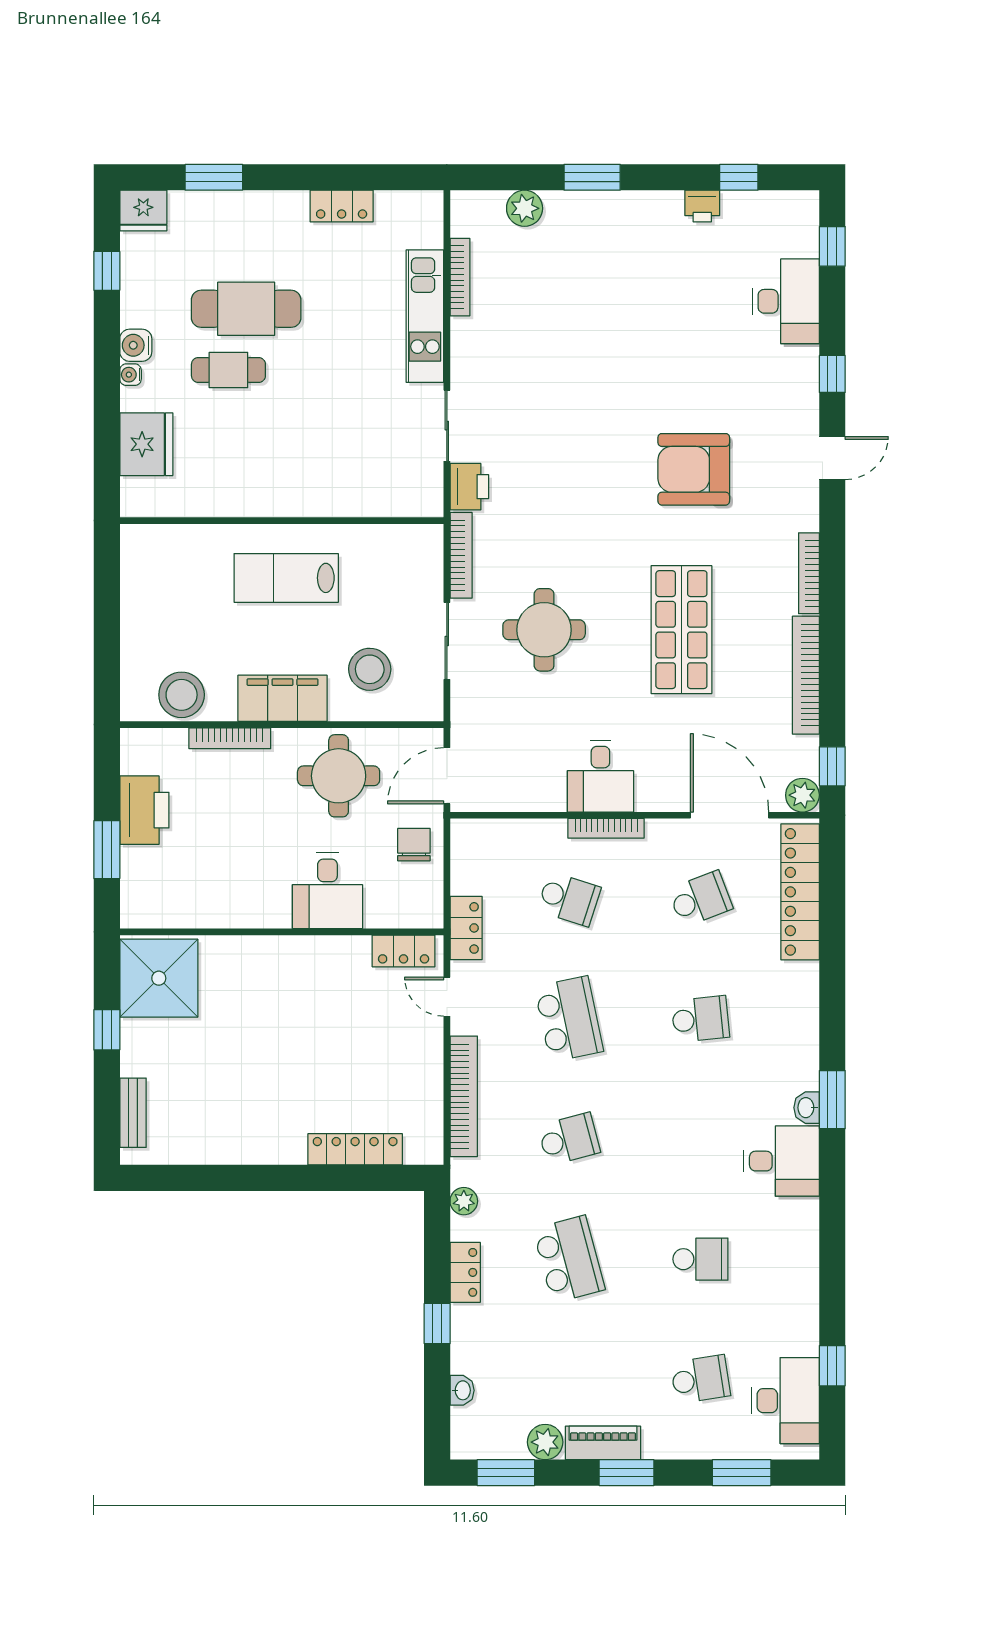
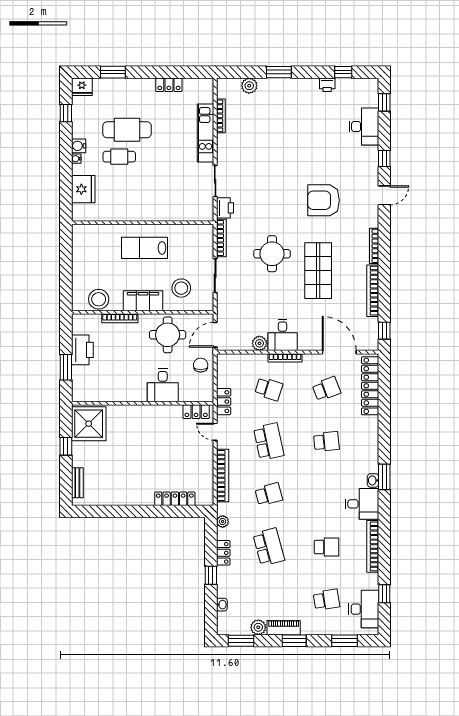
round table: (544, 630) -> (272, 254), moved
plant: (802, 795) -> (259, 343), moved
bookcase: (806, 1258) -> (373, 546), added

